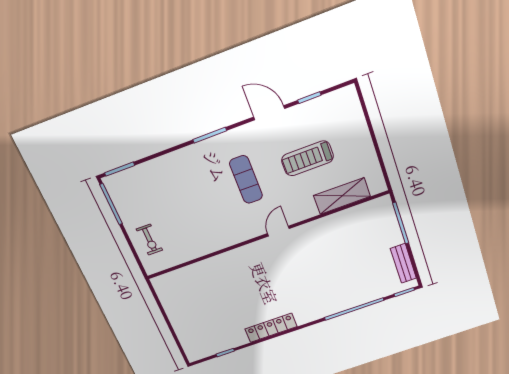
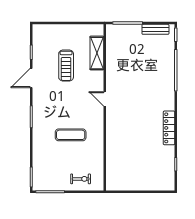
exercise mat: (246, 180) -> (71, 135), moved

